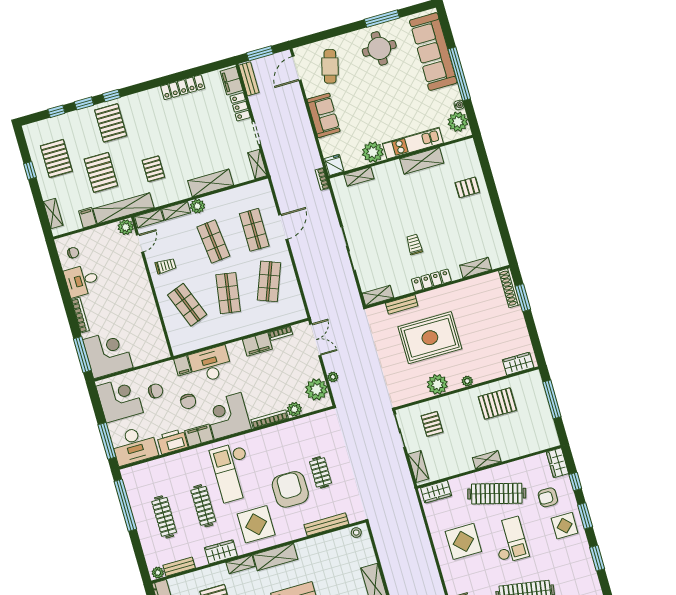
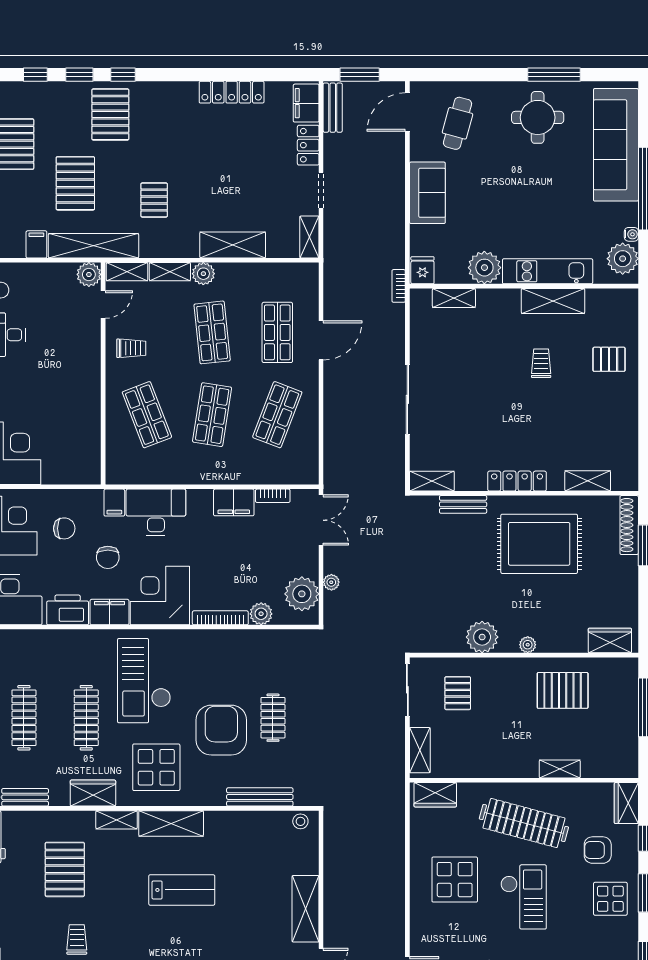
trolley: (414, 244) -> (541, 363), moved
rug: (430, 338) -> (539, 544), moved
shelving: (487, 460) -> (560, 769), moved

